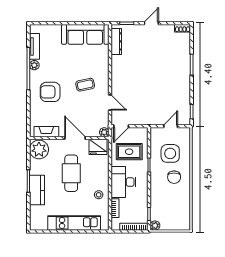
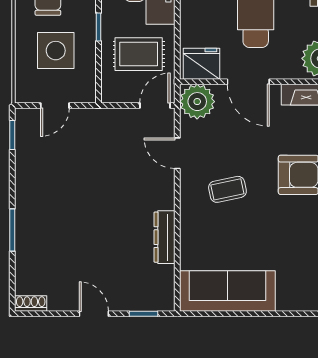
door: (151, 23) -> (94, 314), swing flipped
dresser: (116, 41) -> (165, 237), moved
plant: (104, 132) -> (197, 102), width x1.87, depth x1.87

